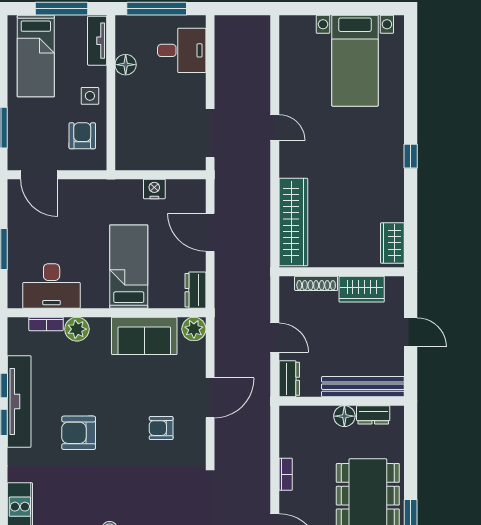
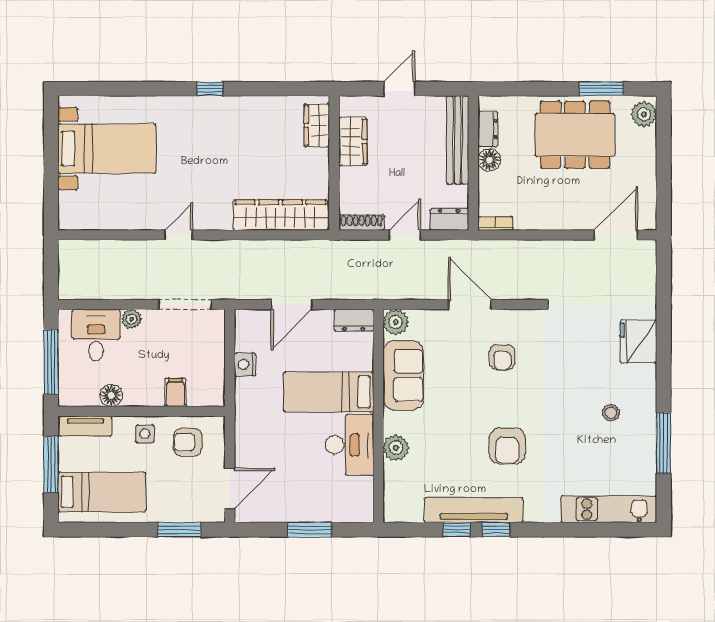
plant: (197, 83) -> (132, 319), added
filing cabinet: (128, 124) -> (175, 392), added
wardrobe: (392, 243) -> (317, 125), moved, turned 90
shoe rack: (316, 283) -> (362, 222), moved, turned -90
desk: (52, 286) -> (349, 445), moved
bookcase: (46, 324) -> (390, 481), removed
bookcase: (286, 474) -> (495, 223), moved

